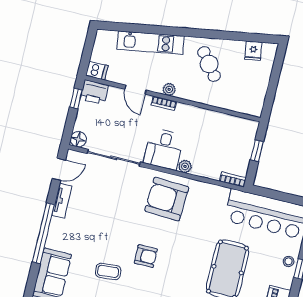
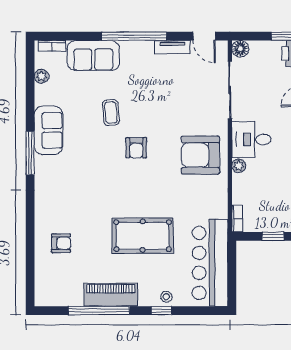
armchair: (167, 199) -> (200, 155), turned -93

